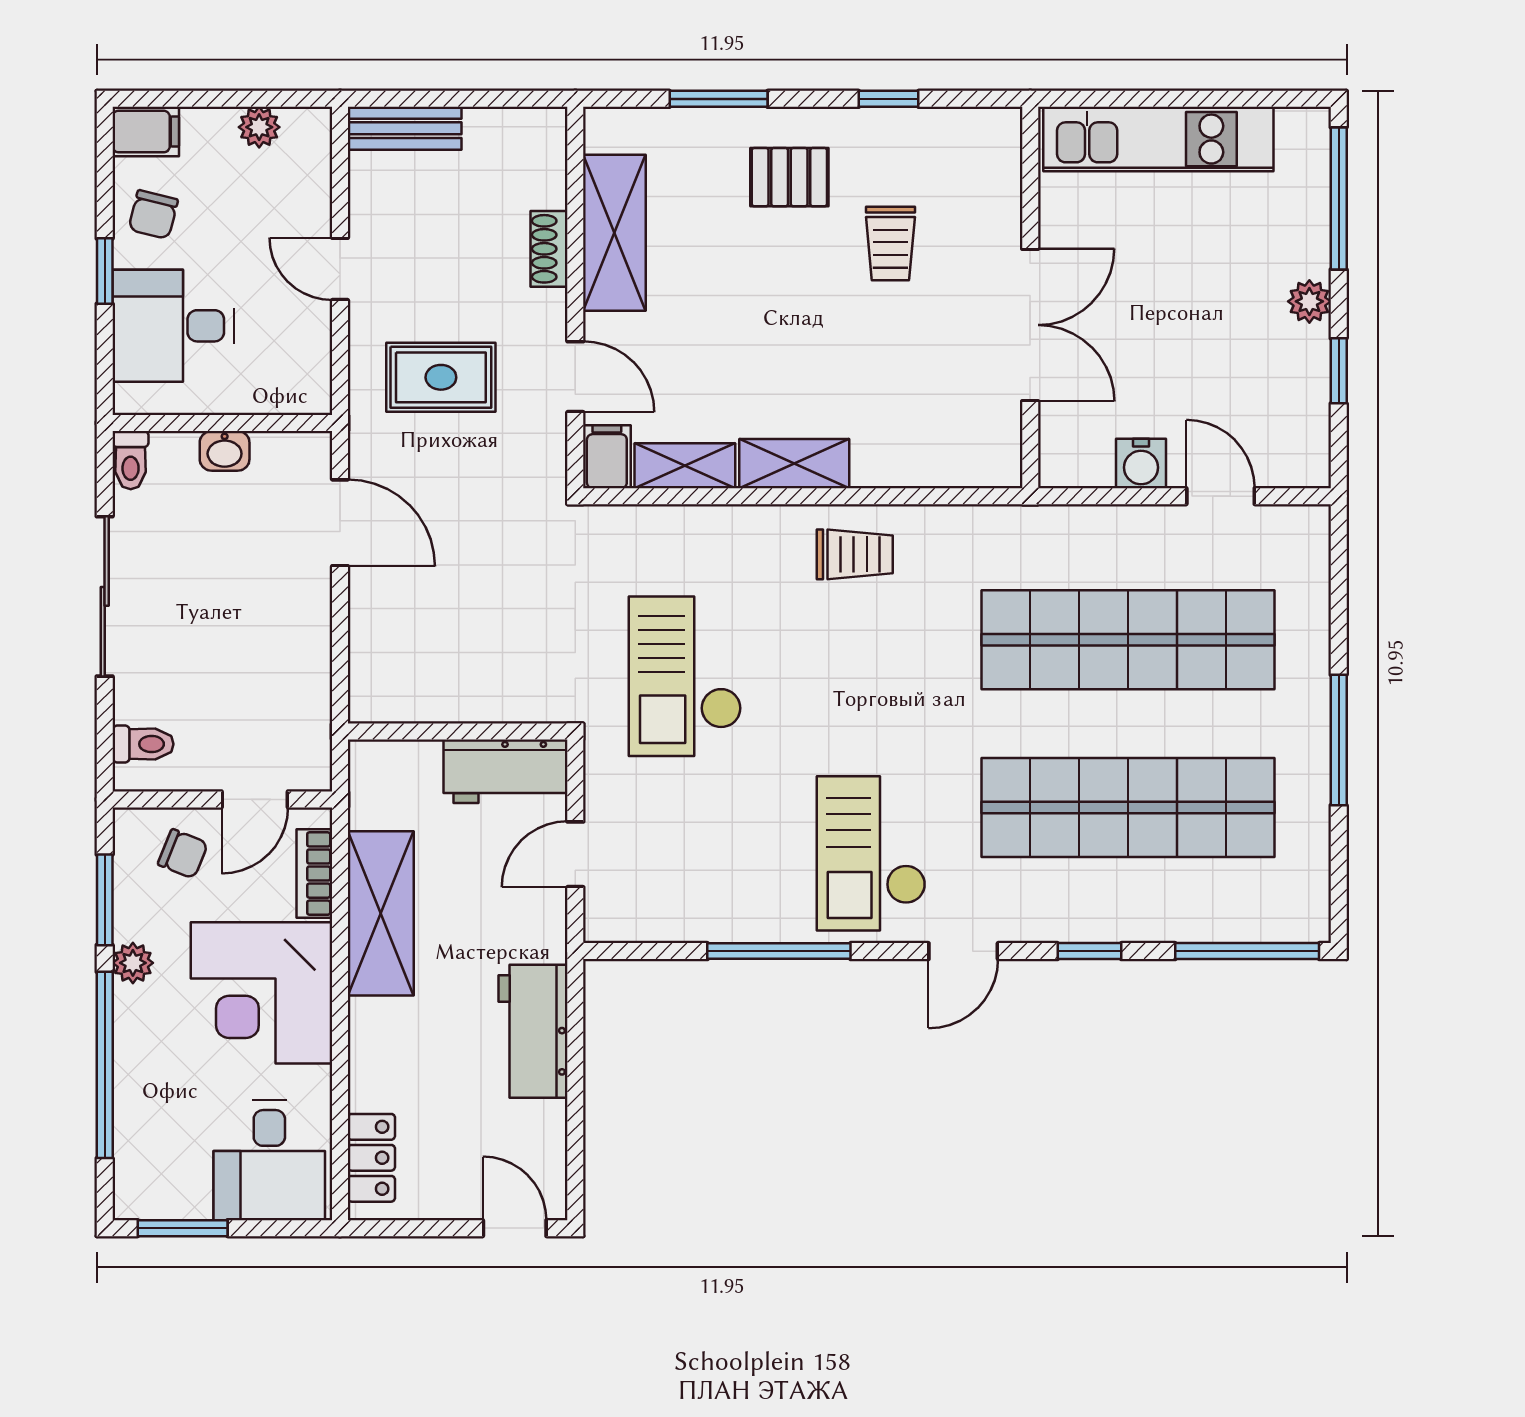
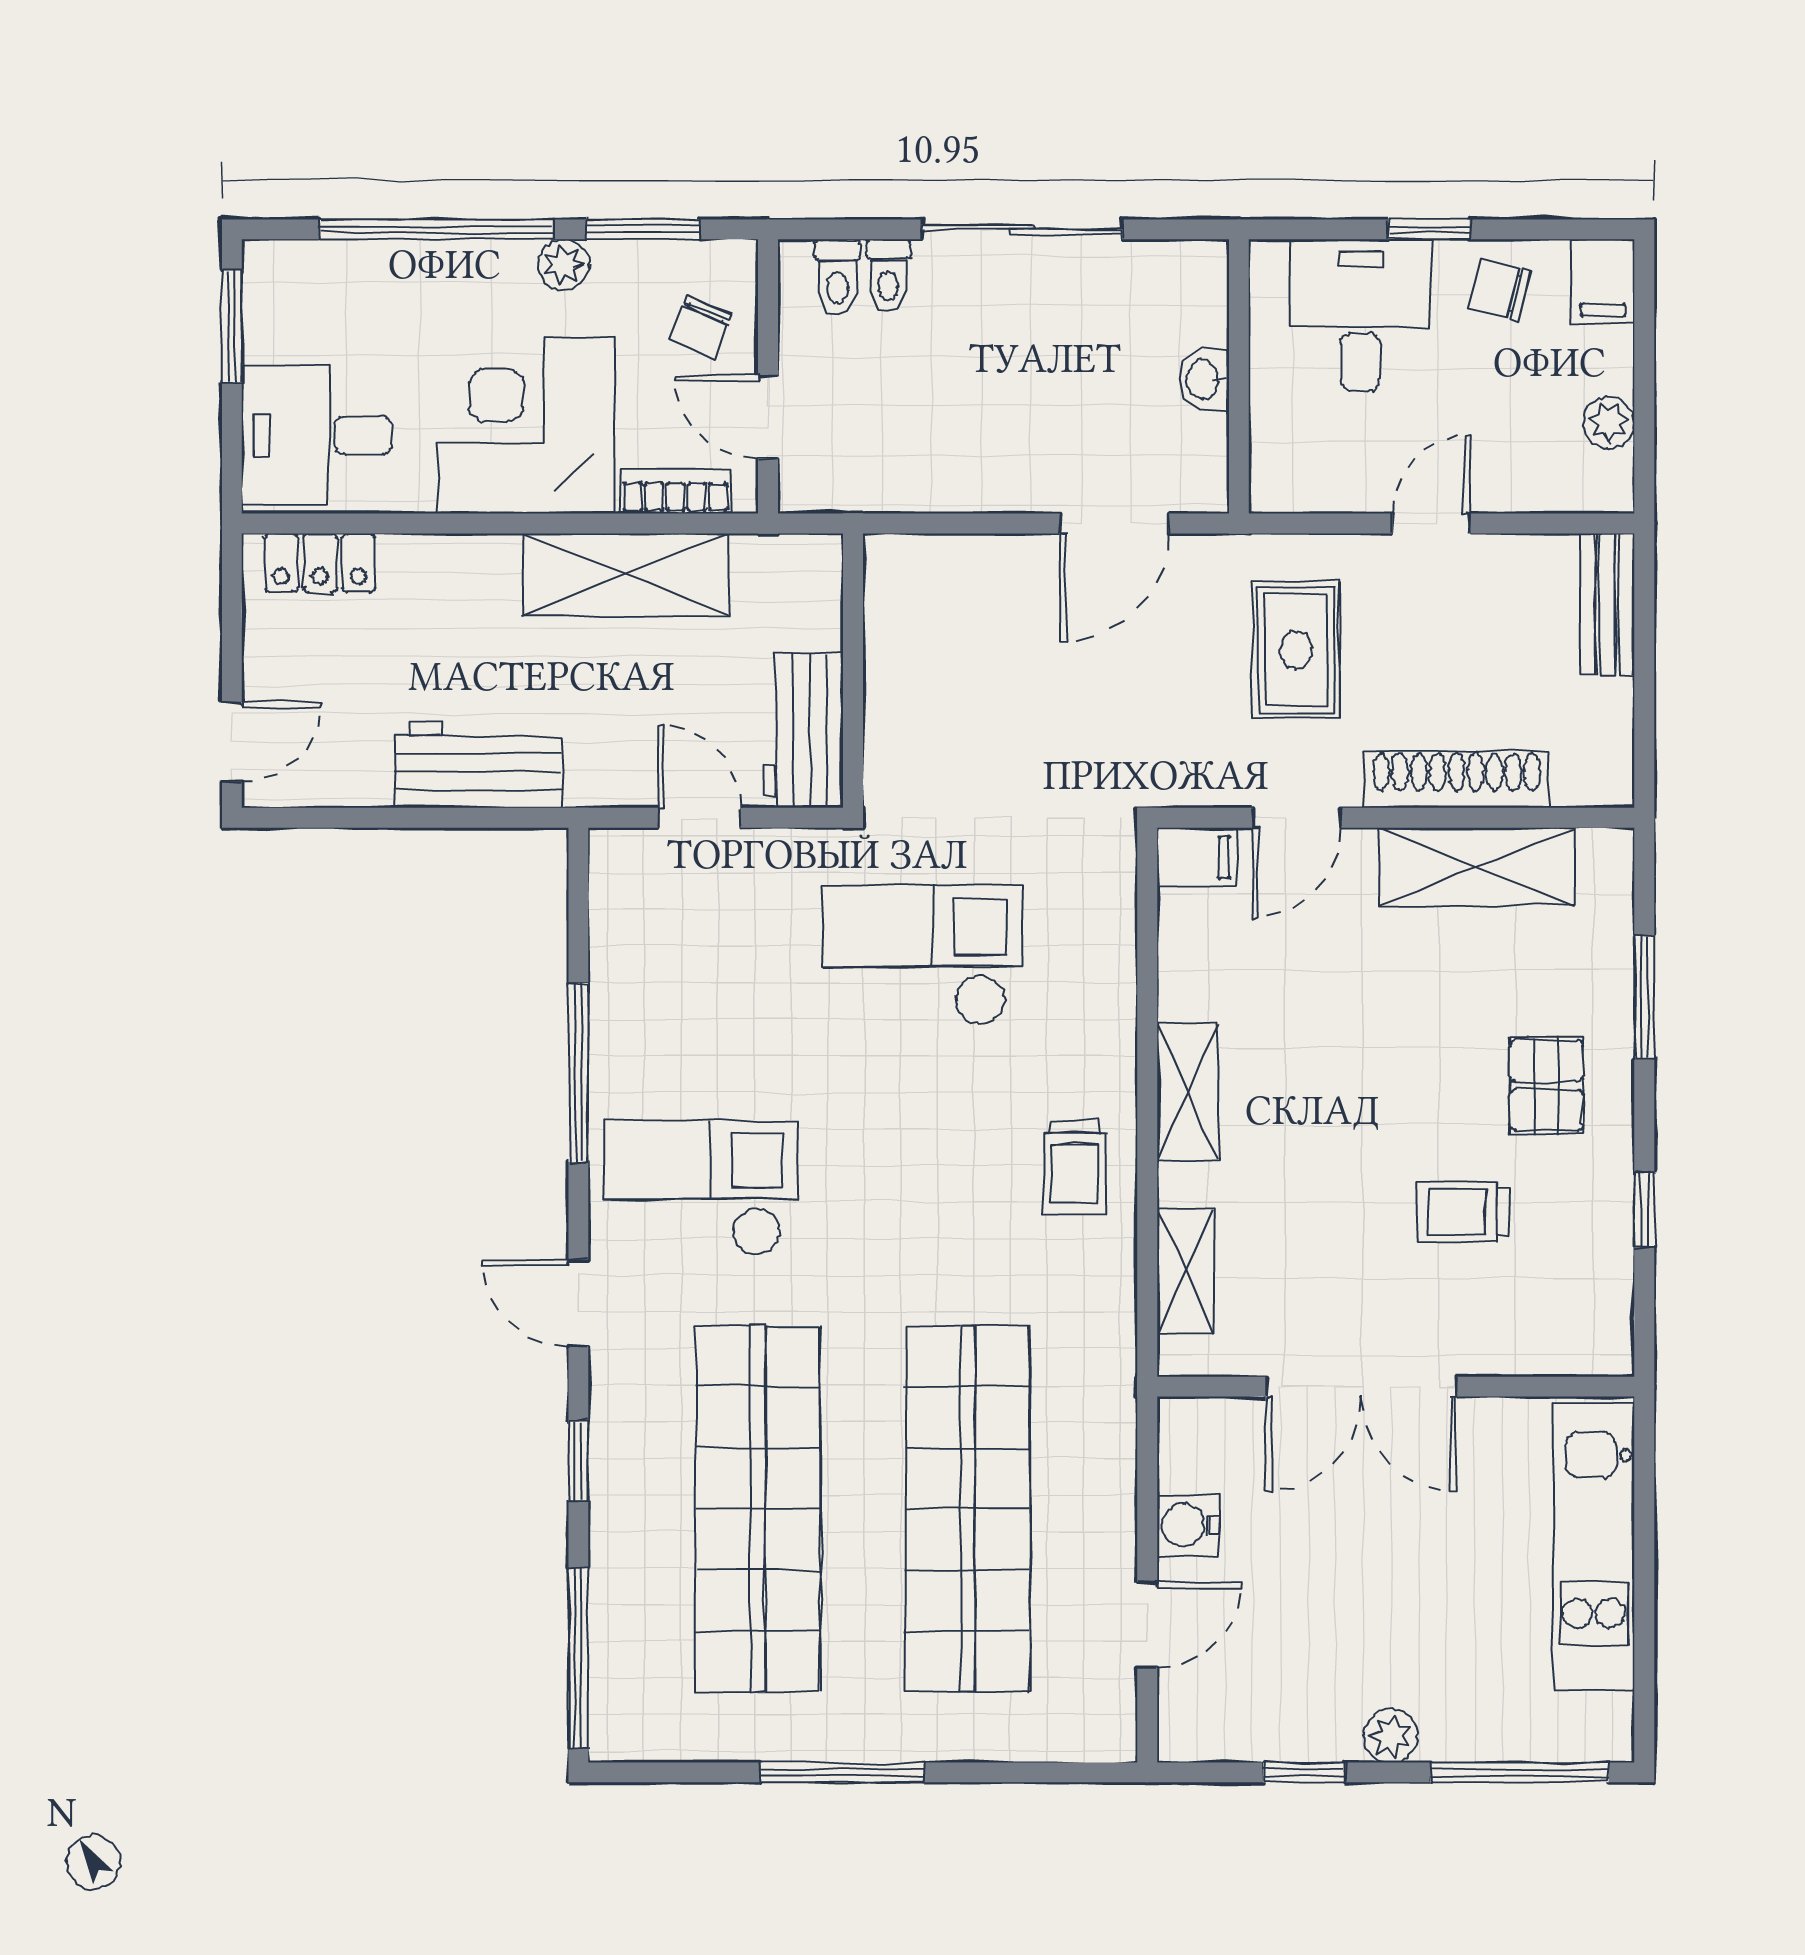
shoe rack: (549, 249) -> (1457, 779), width x1.94, depth x1.24
toilet: (131, 460) -> (888, 276), moved, turned -90
shelving: (685, 466) -> (1185, 1271), moved

